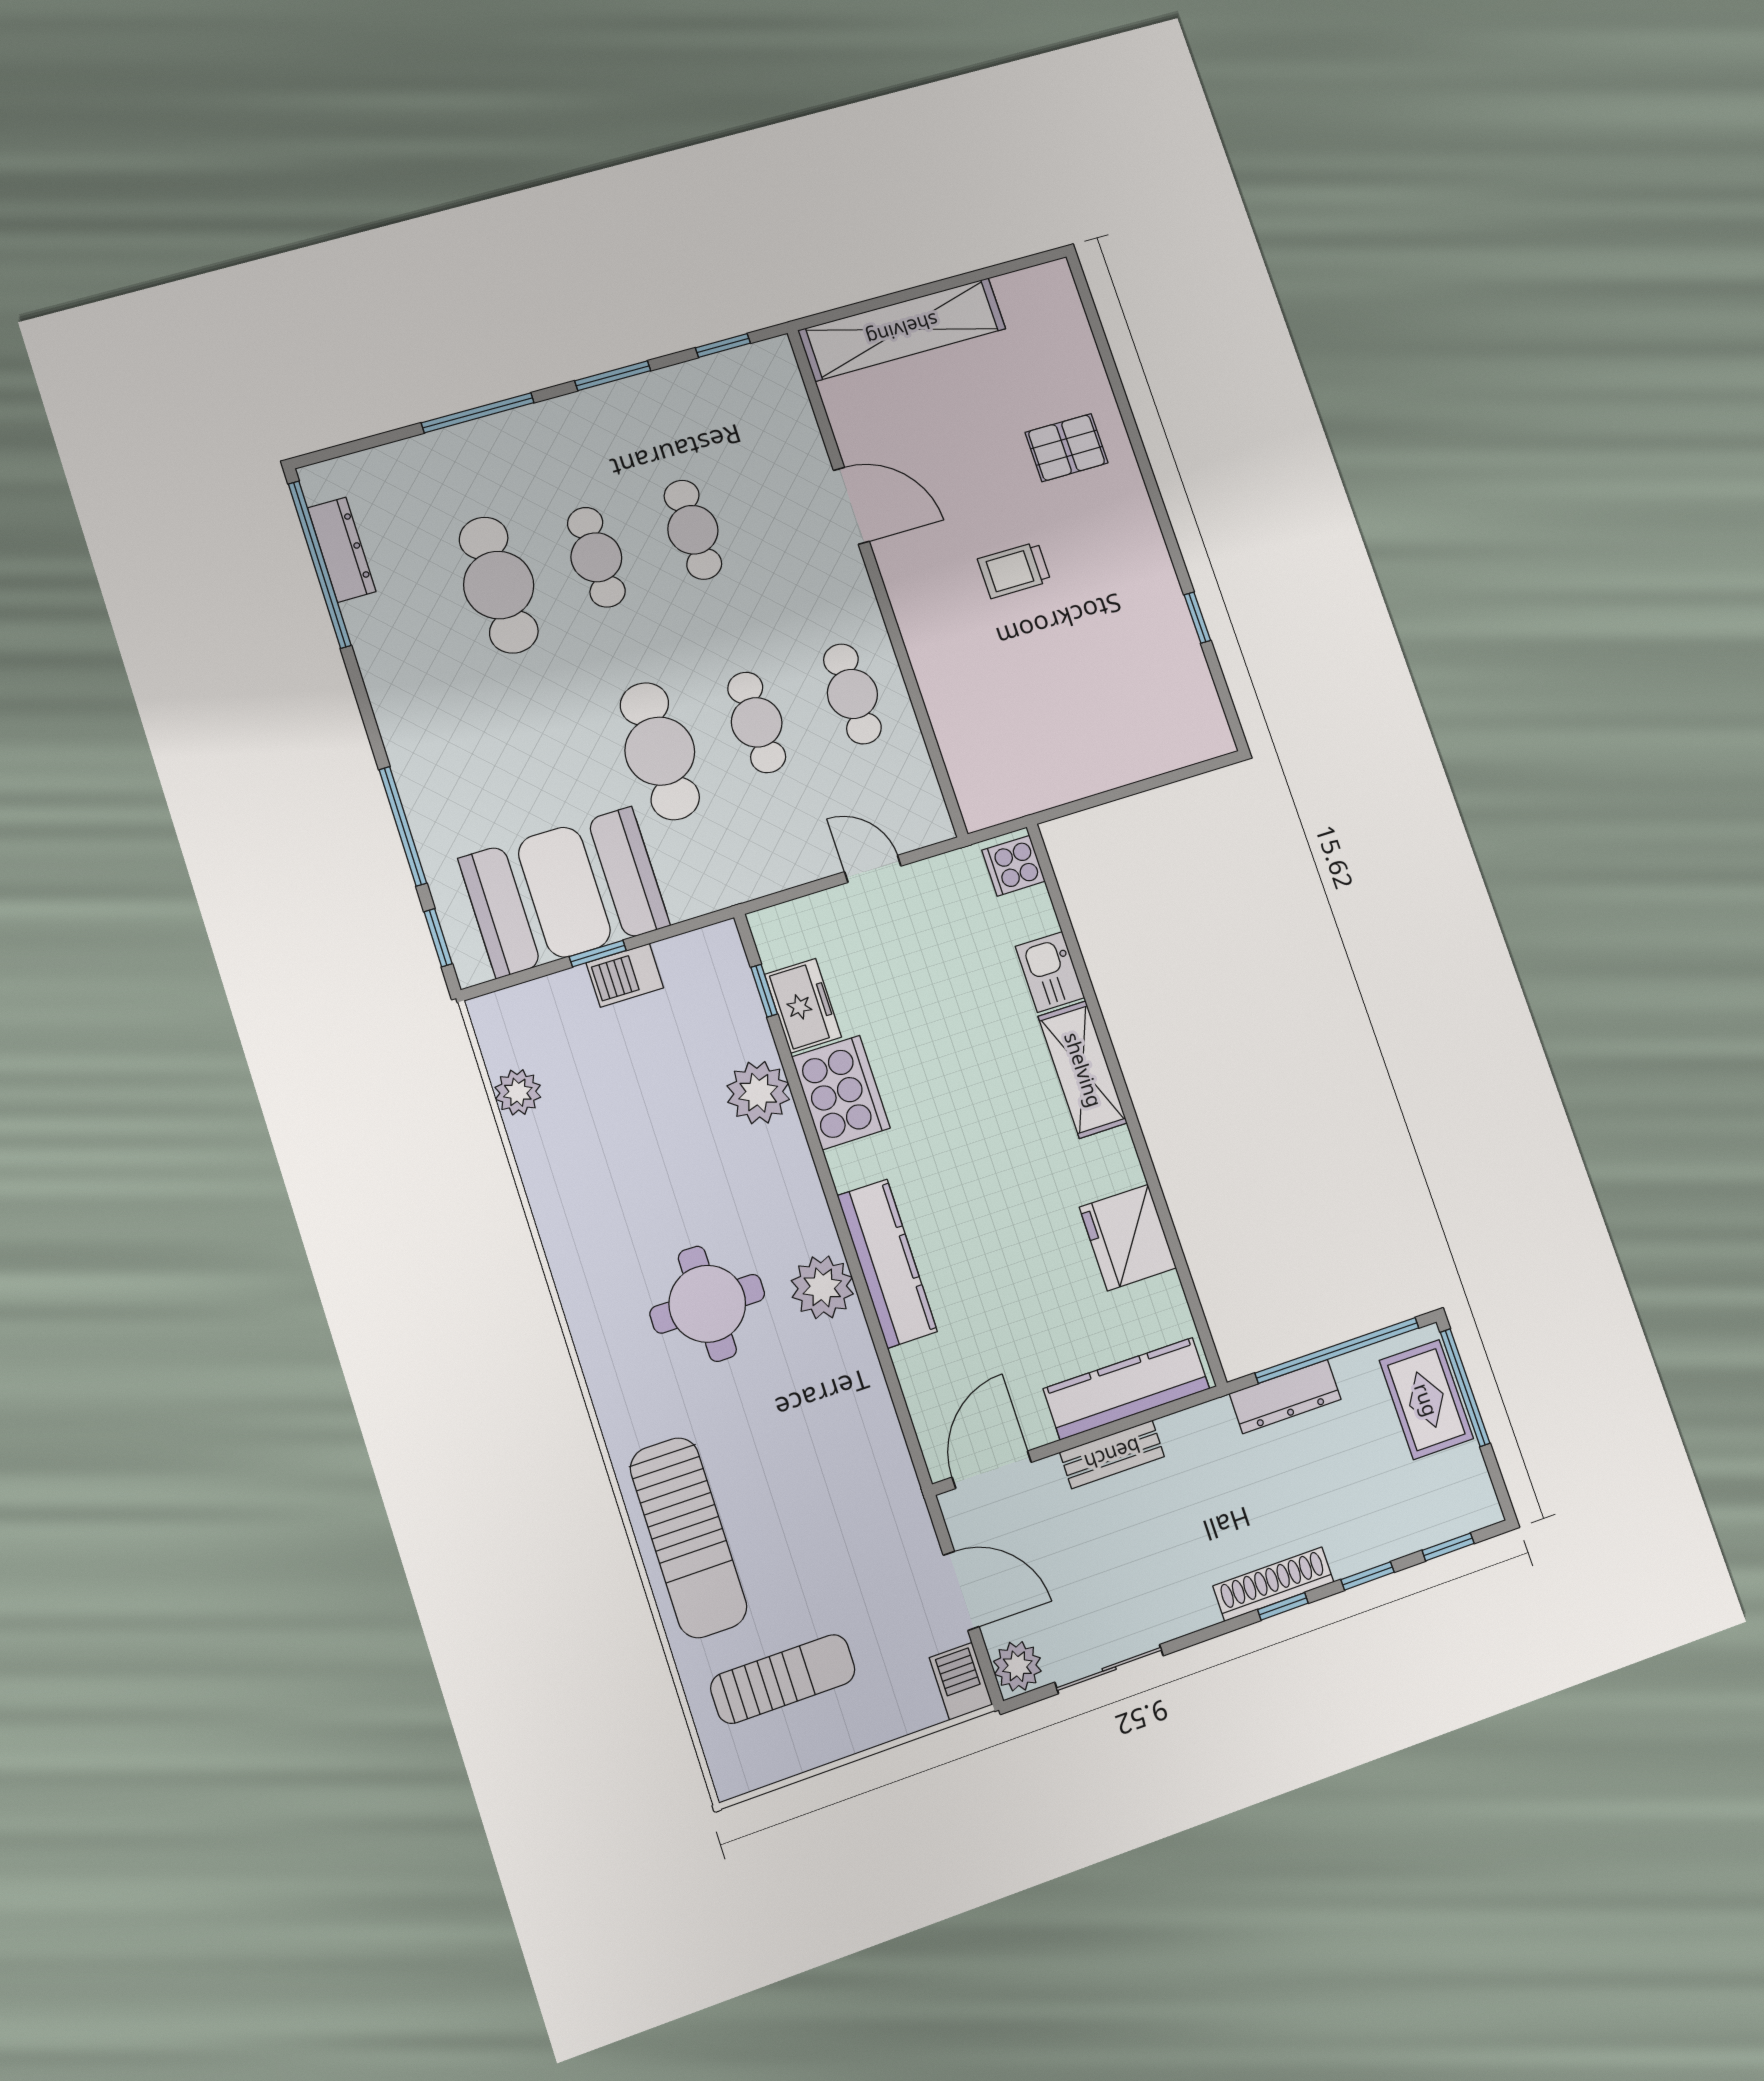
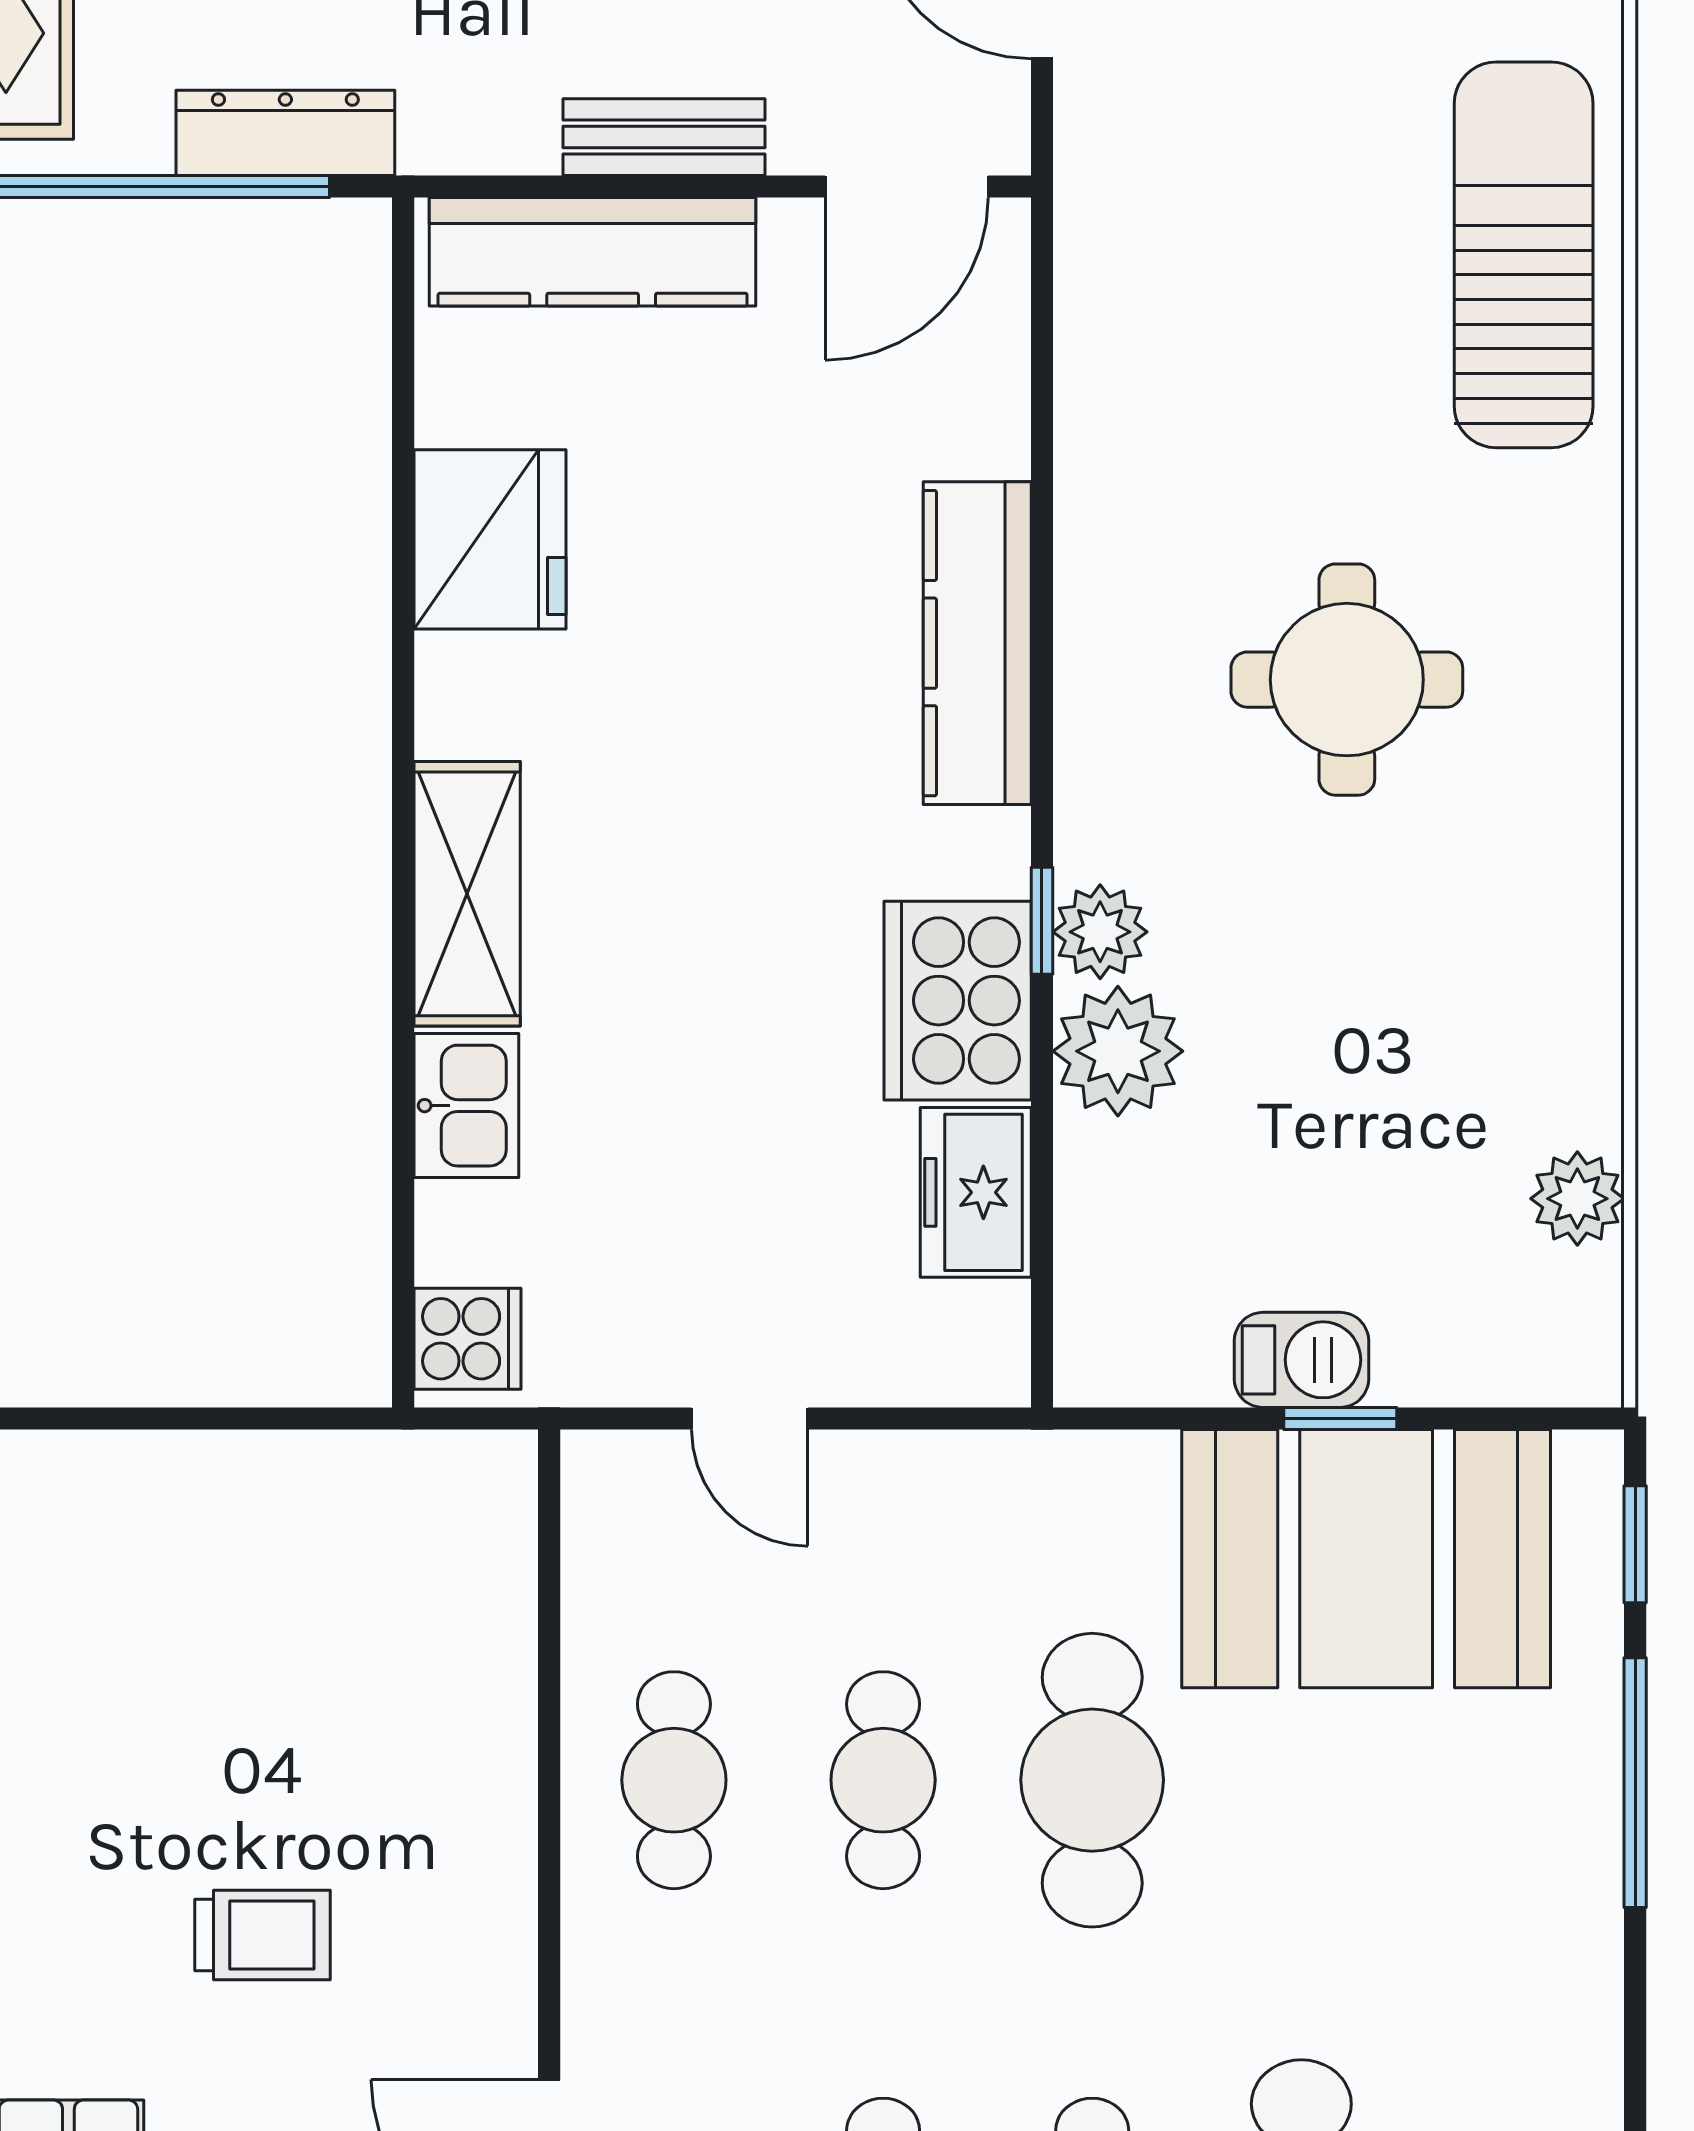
window: (764, 991) -> (1042, 921), moved
plant: (822, 1287) -> (1100, 932), moved, width x0.73, depth x0.73

